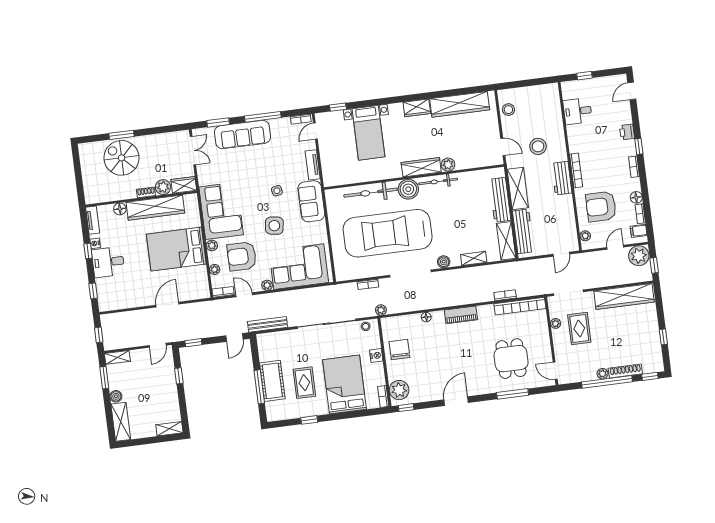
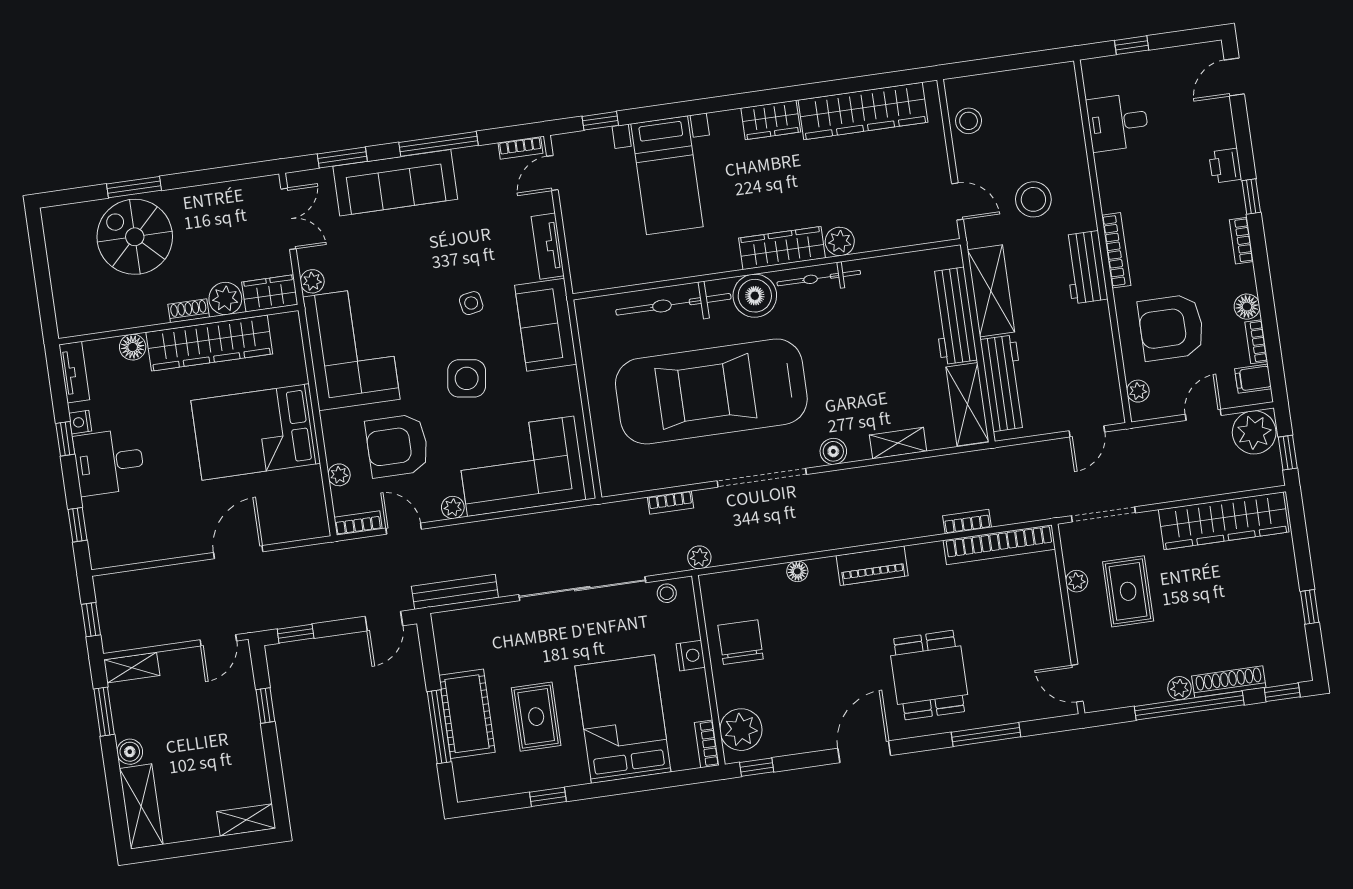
plant: (212, 245) -> (312, 281), moved
dining table: (511, 359) -> (929, 675), moved

